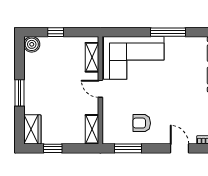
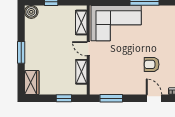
armchair: (142, 123) -> (152, 64), moved
shelving: (92, 129) -> (81, 72), moved
window: (53, 148) -> (64, 98), moved

